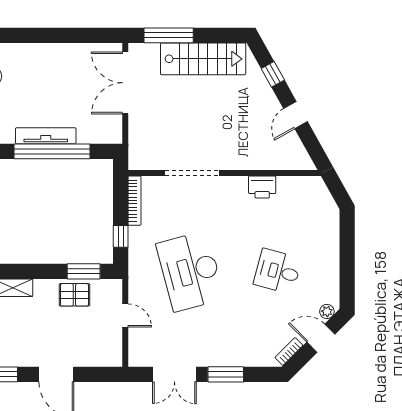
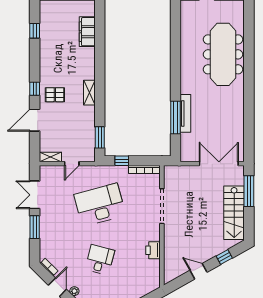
window: (52, 151) -> (176, 117), width x0.68
pallet: (74, 295) -> (55, 95), moved, turned 90
shelving: (115, 349) -> (50, 157), added

